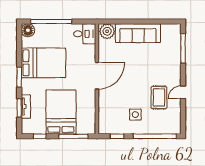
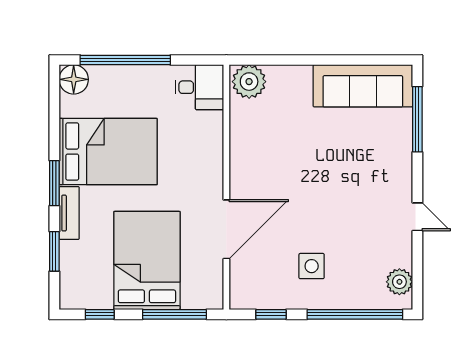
sofa: (138, 33) -> (363, 86), moved
door: (97, 76) -> (226, 229), moved
door: (183, 92) -> (417, 217), swing flipped
rug: (159, 97) -> (364, 228), removed
tv unit: (26, 107) -> (69, 213), moved
plant: (175, 122) -> (399, 282), added

